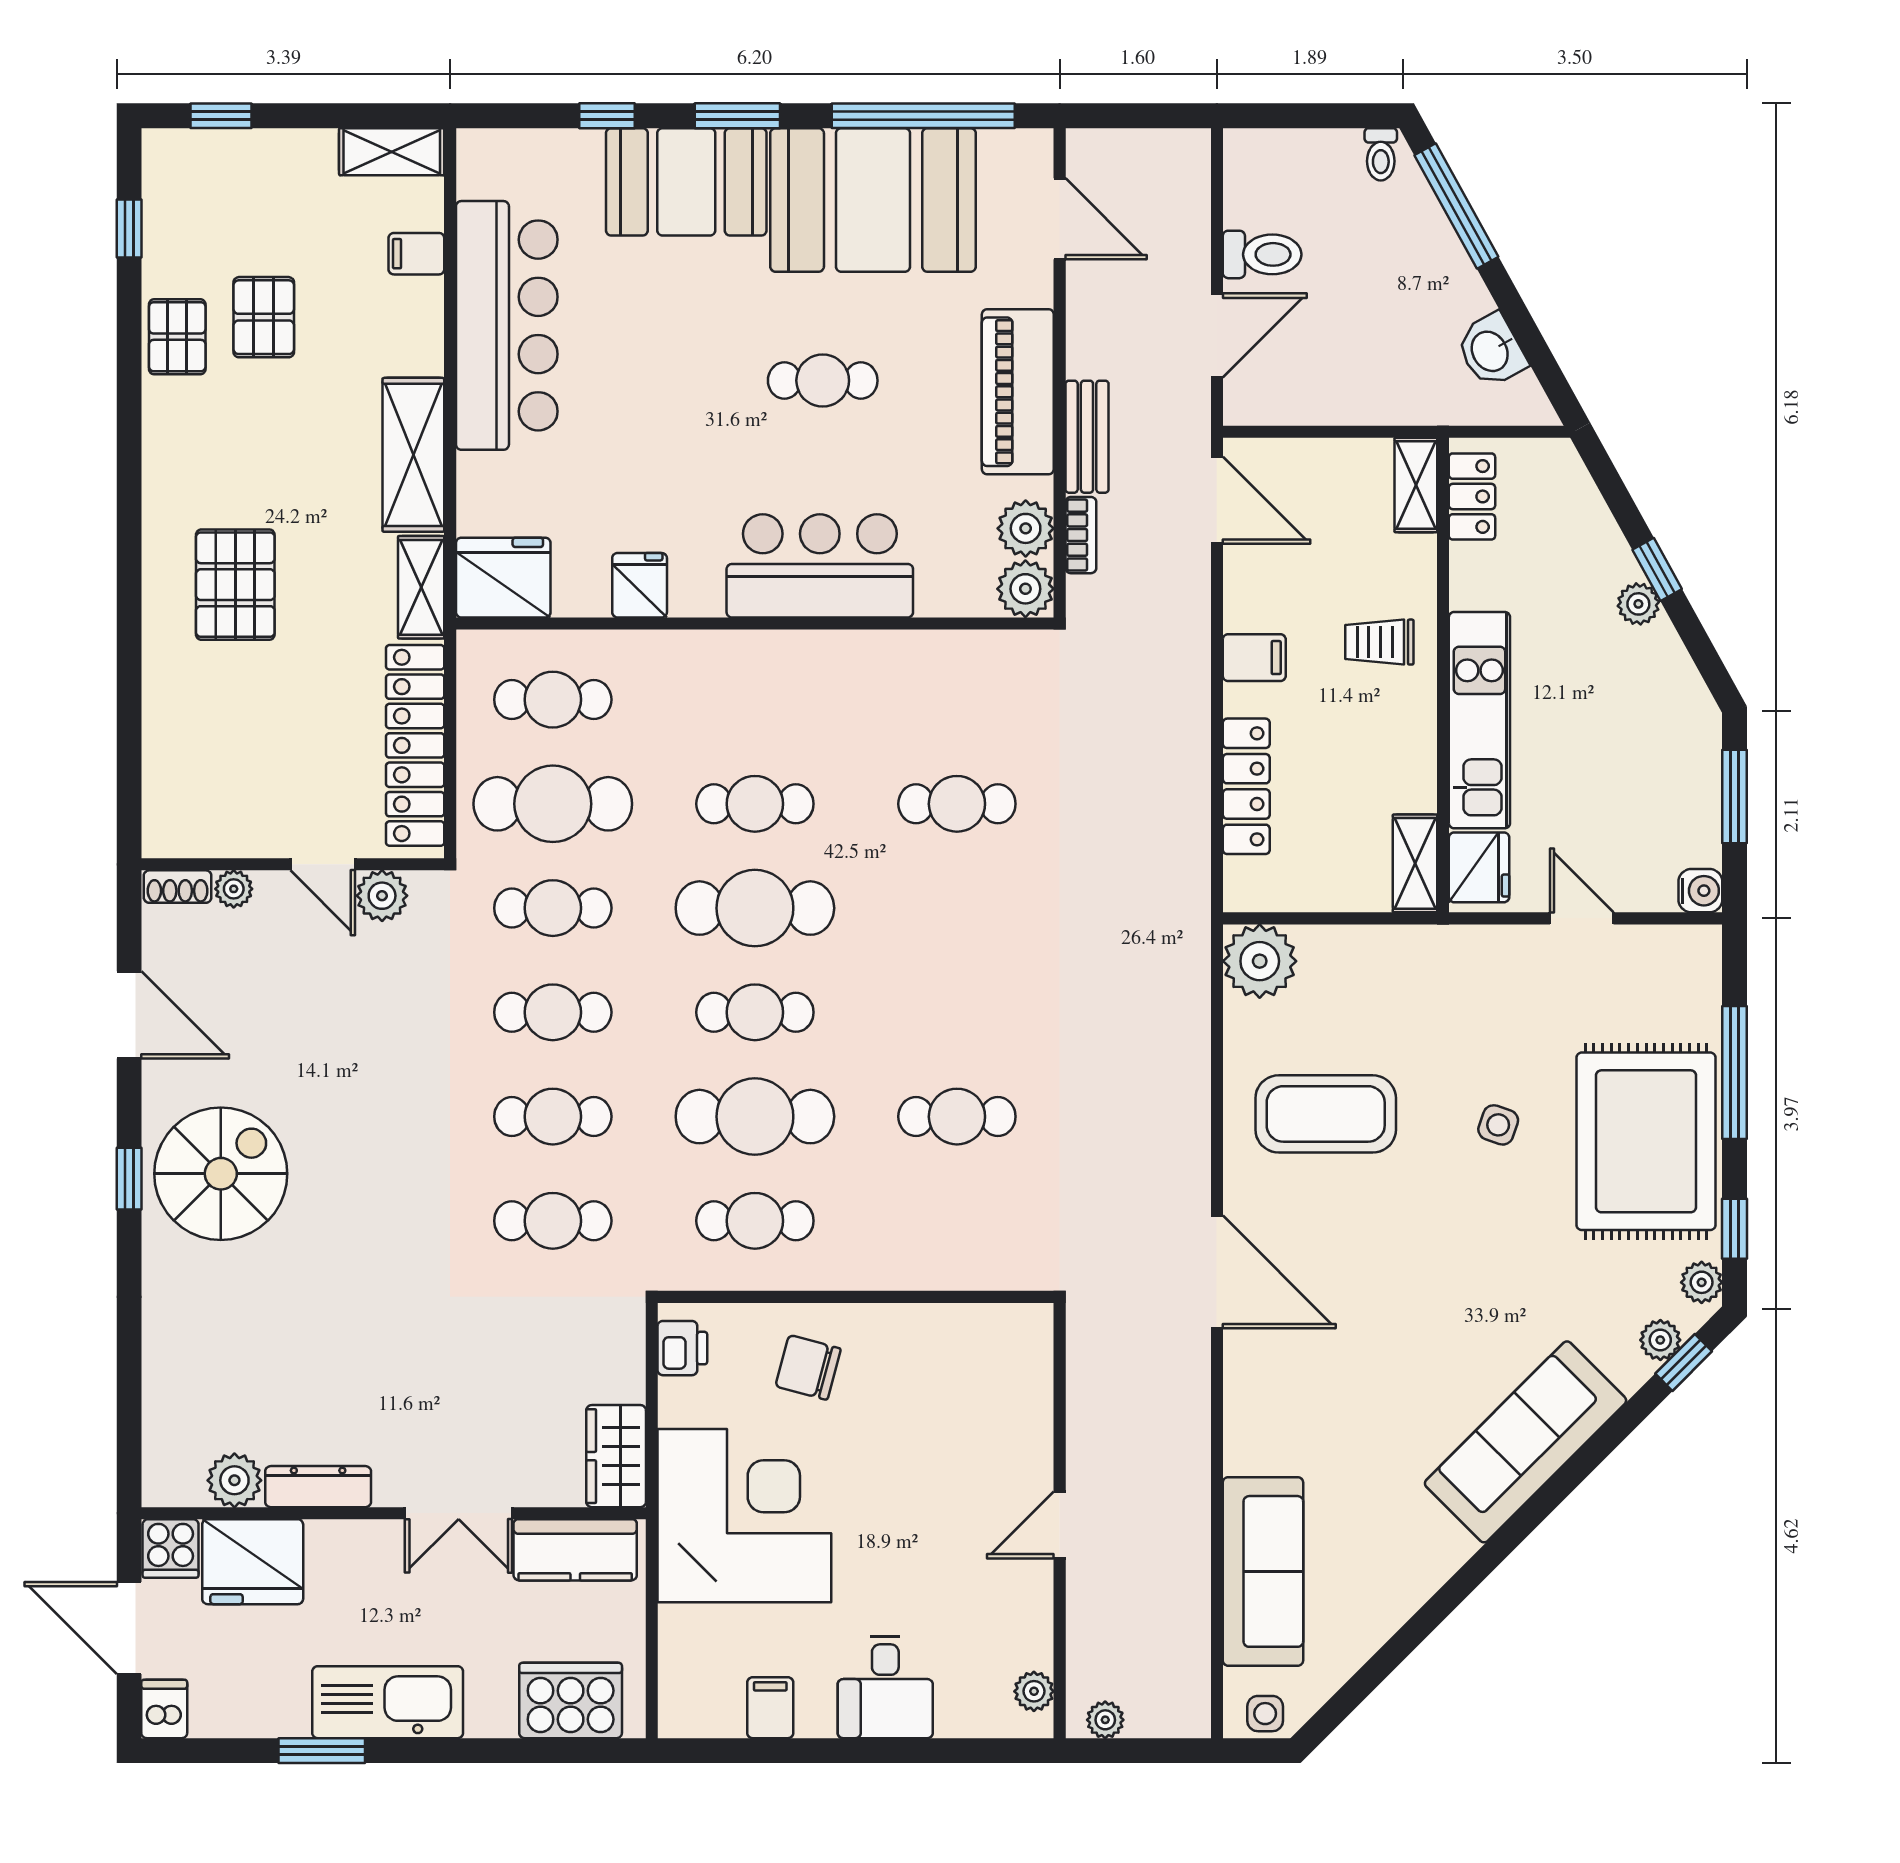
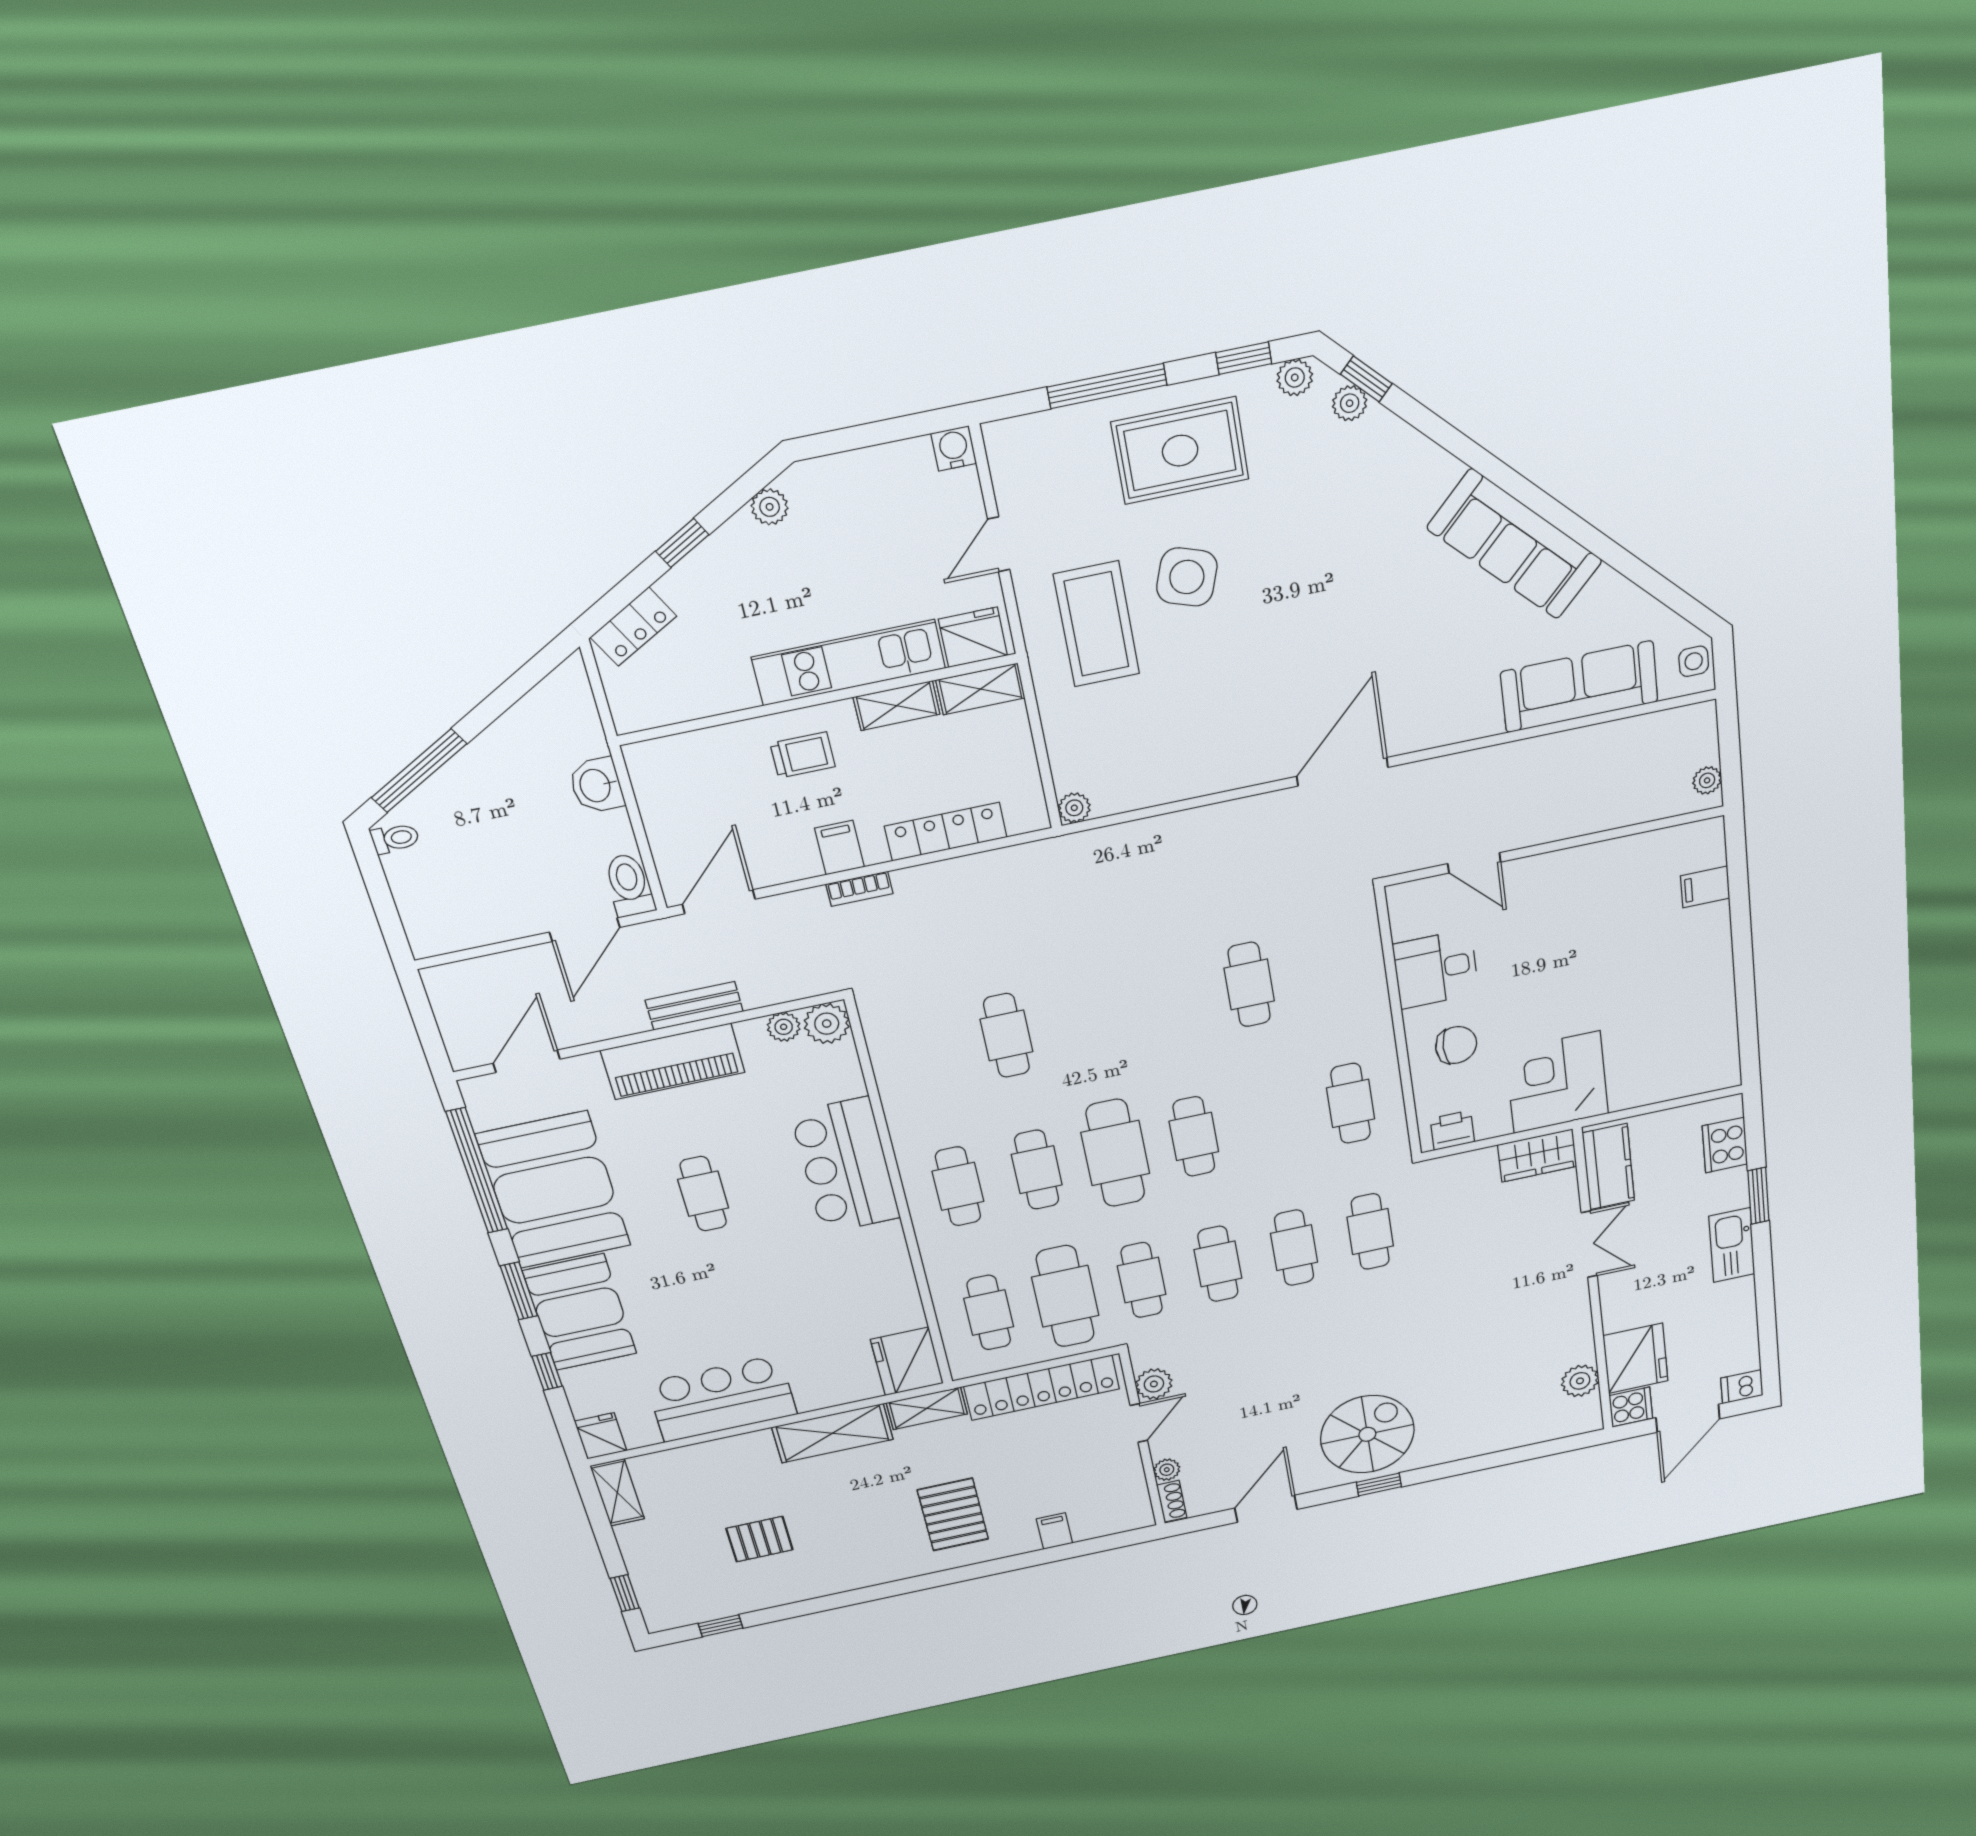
filing cabinet: (416, 254) -> (1055, 1531), moved, turned 180
toilet: (1262, 254) -> (629, 885), moved
bar counter: (507, 325) -> (722, 1399), width x0.73
door: (1217, 335) -> (585, 930), swing flipped
pallet: (177, 337) -> (788, 1584), removed
washbasin: (1491, 351) -> (596, 785), moved, turned 119
shelving: (1416, 485) -> (897, 706), moved
locker: (1472, 496) -> (633, 627), moved, turned 151
plant: (1026, 528) -> (784, 1027), width x0.73, depth x0.73
bookcase: (1081, 535) -> (859, 889), moved, turned 180
pallet: (235, 585) -> (953, 1515), turned 90
fridge: (640, 585) -> (601, 1436), moved, turned 90
plant: (1638, 604) -> (770, 507), moved
trolley: (1379, 642) -> (803, 755), turned -90
window: (1735, 796) -> (865, 436), removed
plant: (1260, 961) -> (1074, 808), width x0.53, depth x0.53
coffee table: (1326, 1114) -> (1097, 624), moved
cafe table: (755, 1117) -> (958, 1186), moved, width x0.73, depth x0.74
side table: (1498, 1125) -> (1187, 577), width x1.87, depth x1.87
rug: (1646, 1141) -> (1180, 451), width x0.73, depth x0.69
spiral stairs: (221, 1174) -> (1367, 1434), turned 90
chair: (808, 1367) -> (1456, 1045), turned -105
sofa: (1526, 1442) -> (1515, 544), moved
dresser: (318, 1487) -> (1579, 1332), removed
corner desk: (744, 1516) -> (1557, 1082), width x0.74, depth x0.74
door: (1060, 1525) -> (1474, 863), moved
desk: (885, 1687) -> (1436, 969), moved, turned 180
plant: (1034, 1691) -> (1688, 837), removed
cooker: (571, 1700) -> (1725, 1145), width x0.73, depth x0.76
kitchen sink: (388, 1702) -> (1732, 1245), width x0.73, depth x0.81
filing cabinet: (770, 1708) -> (1705, 887), moved
window: (322, 1751) -> (1758, 1196), moved

